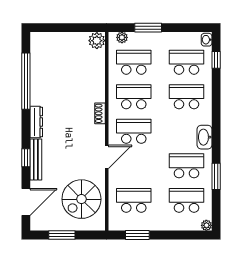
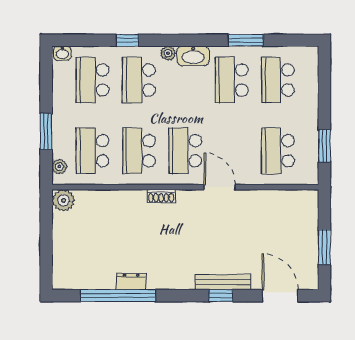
window: (216, 60) -> (127, 40), moved
dresser: (36, 122) -> (131, 282), moved, width x0.70
spiral stairs: (81, 199) -> (276, 221), removed
plant: (206, 225) -> (168, 53), moved

